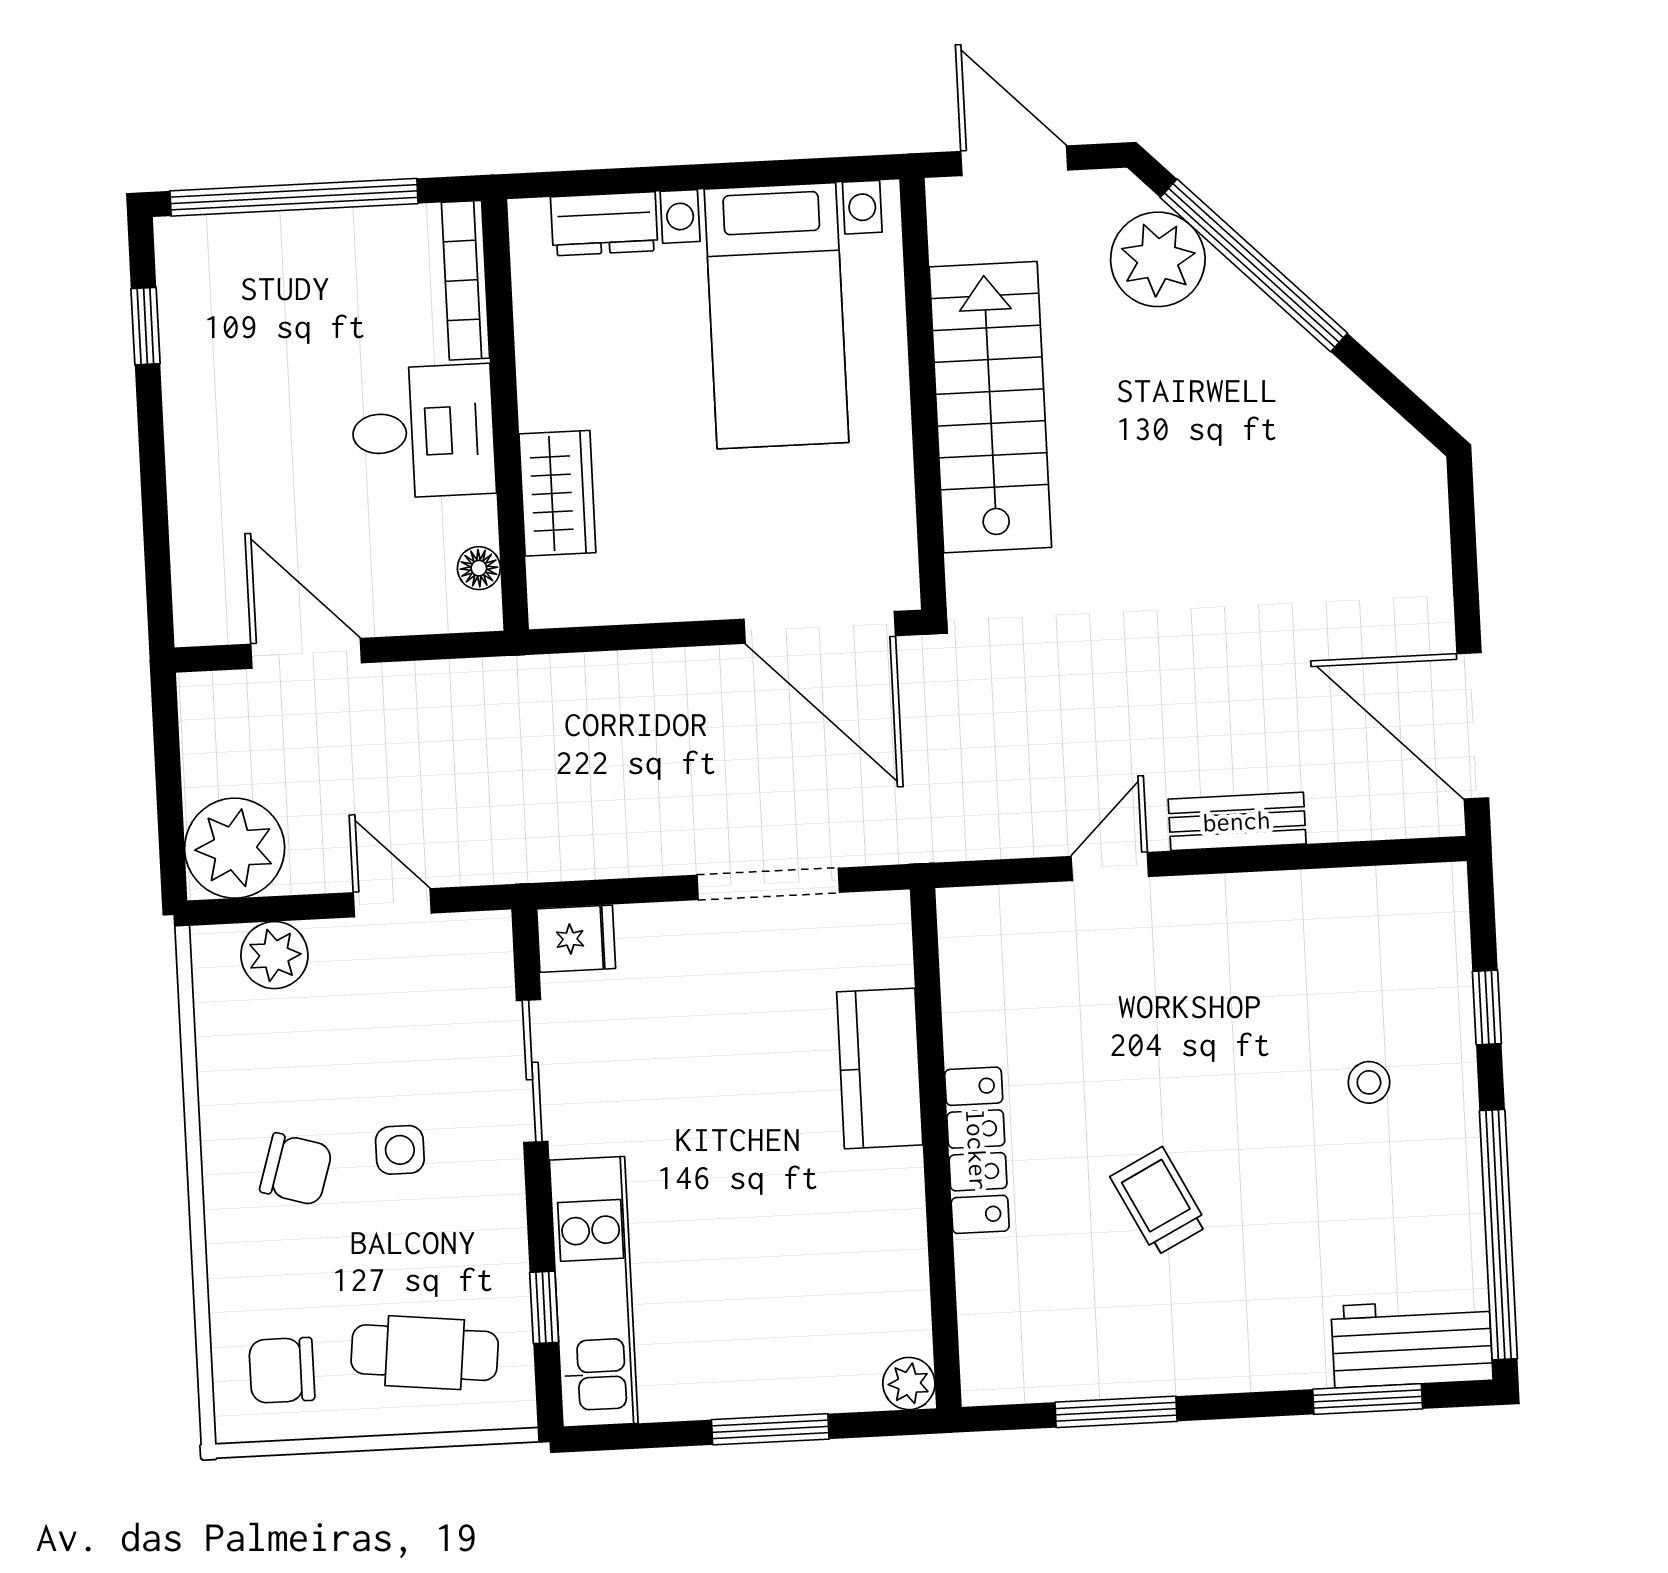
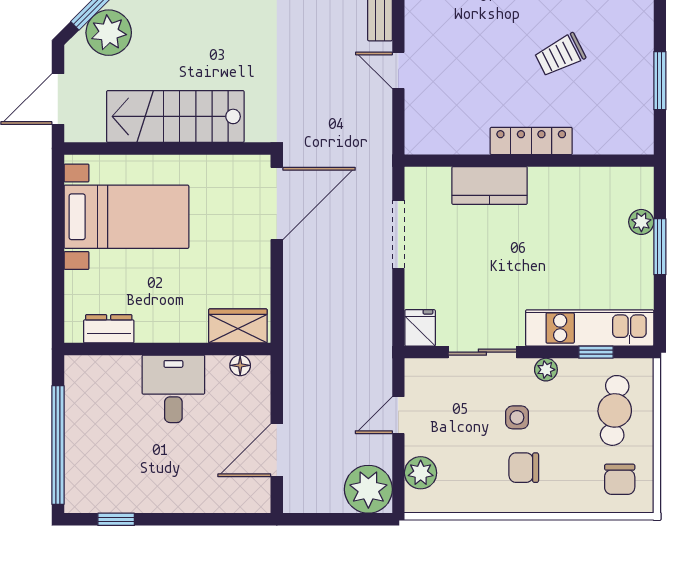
dresser: (604, 224) -> (109, 329), moved, turned -90
bookcase: (466, 280) -> (102, 365), removed
wardrobe: (557, 493) -> (238, 326), moved
chair: (296, 1169) -> (524, 468), turned -107
plant: (503, 1205) -> (546, 370), added
plant: (909, 1384) -> (641, 222), moved

